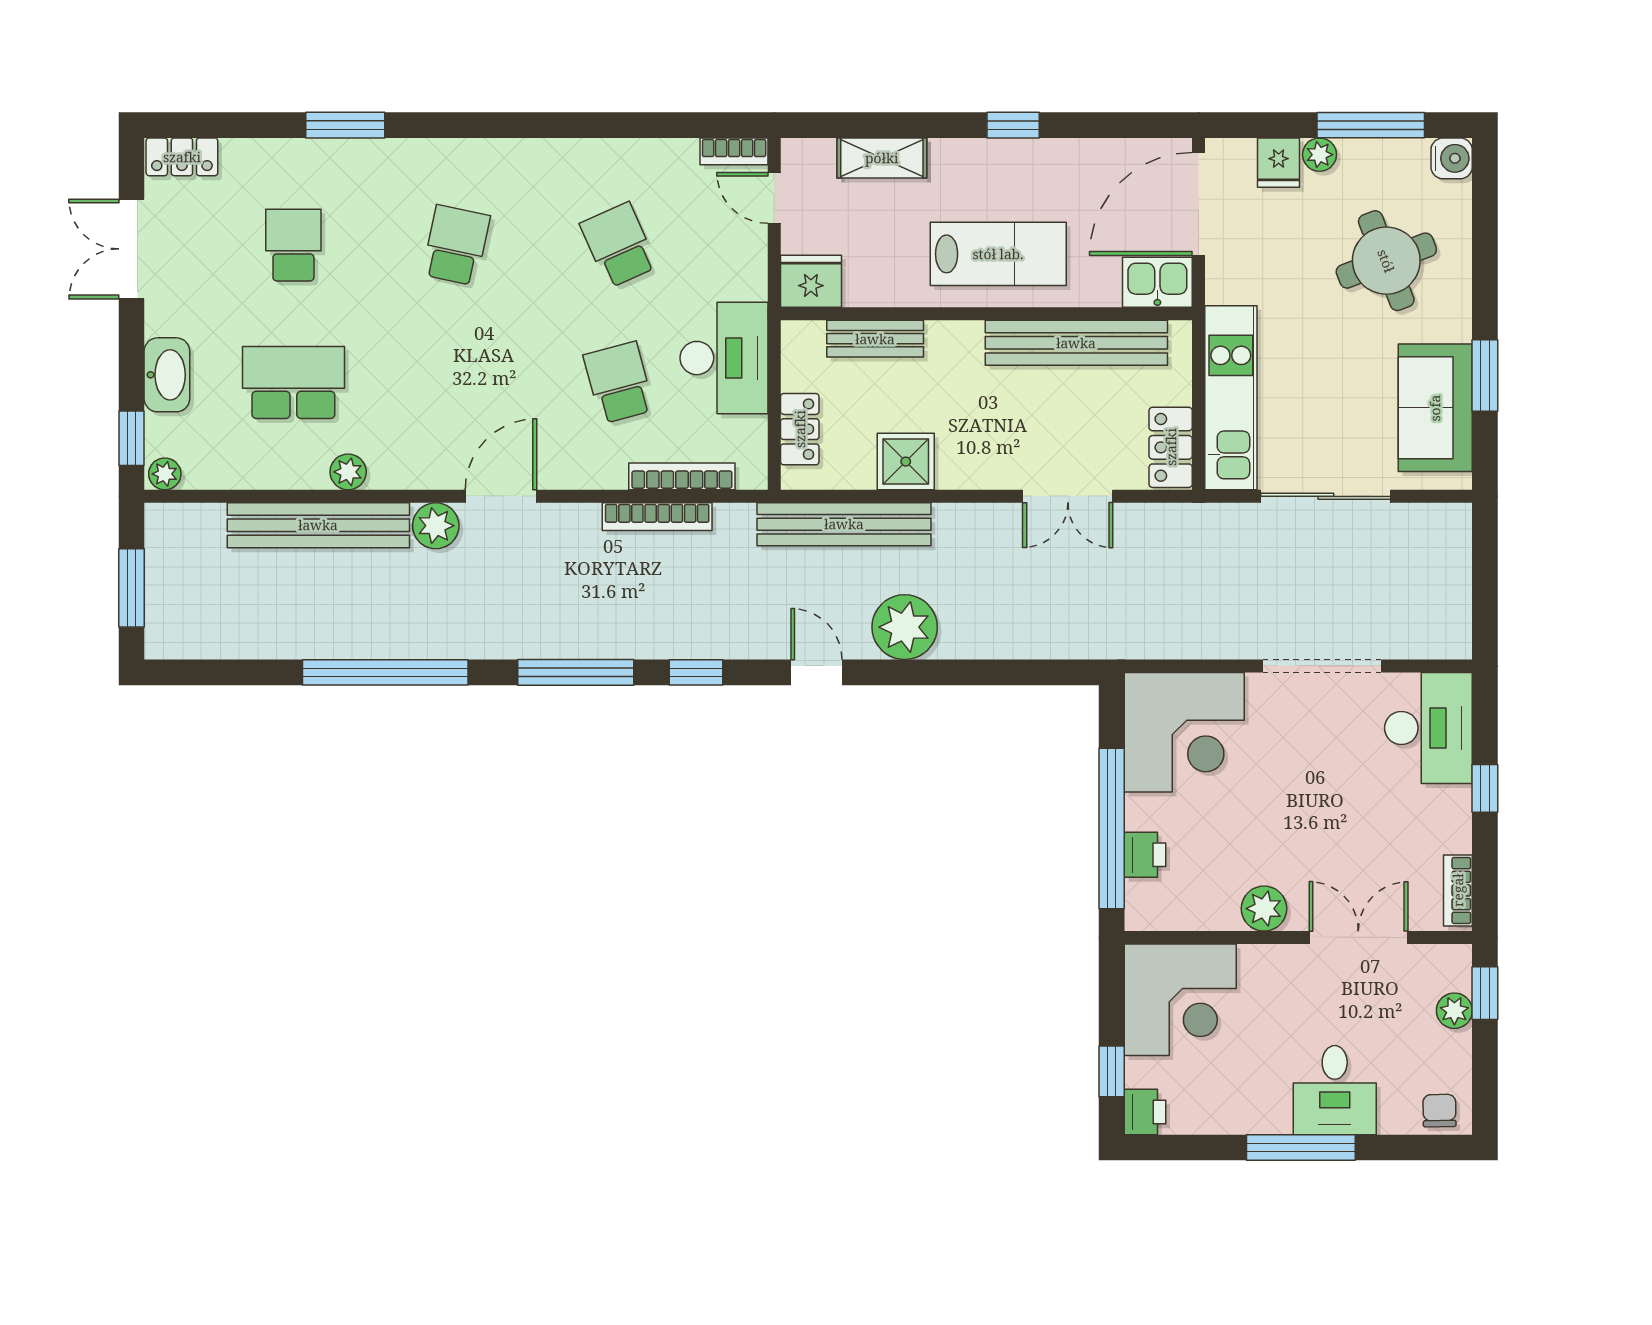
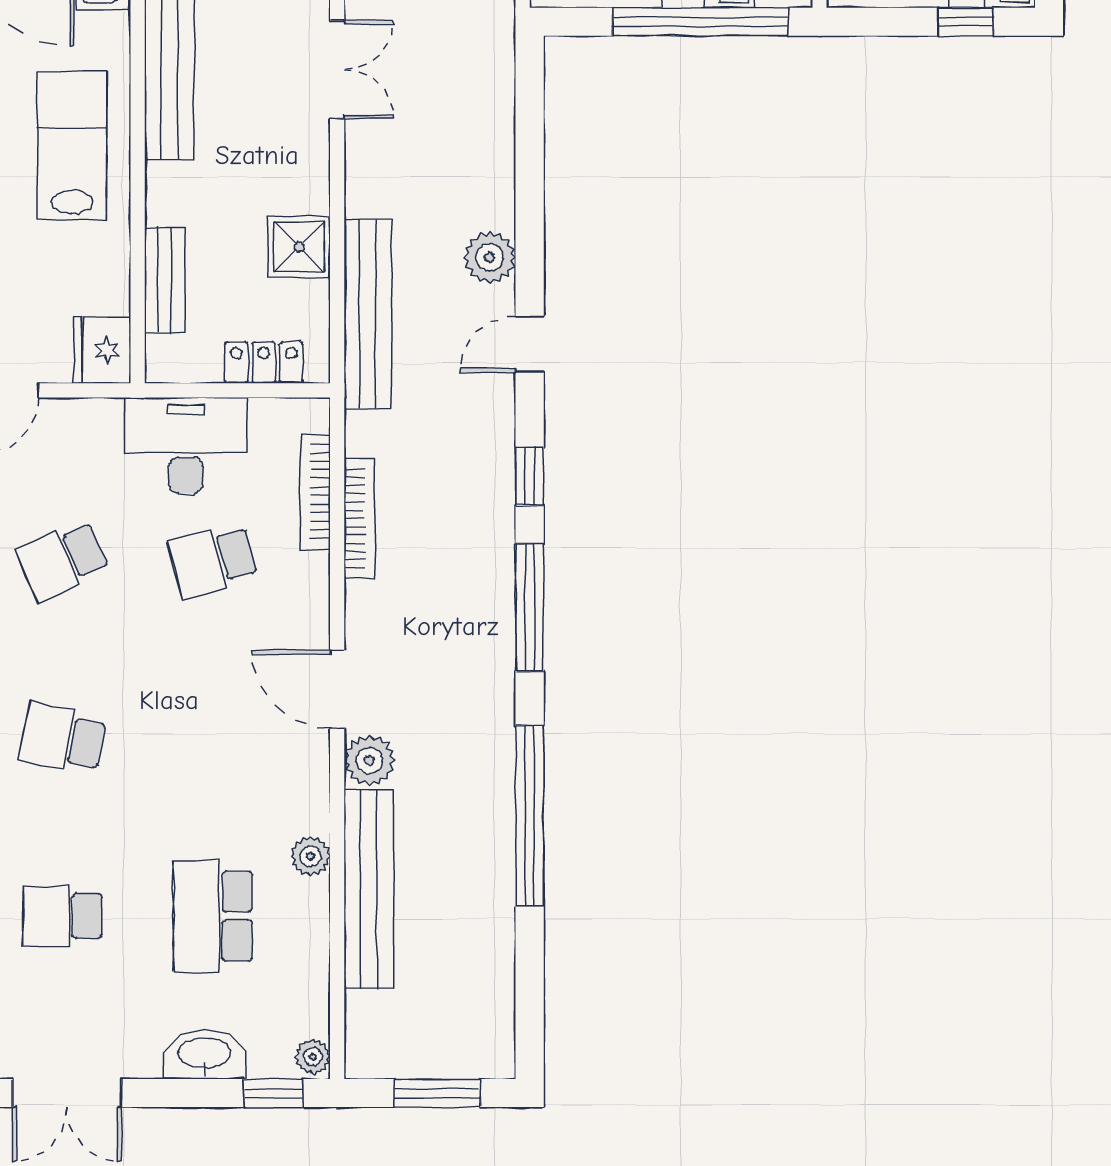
plant: (905, 627) -> (490, 257), width x0.73, depth x0.73

